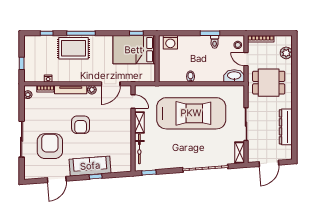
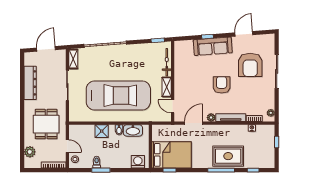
shower: (209, 75) -> (102, 131), added
washbasin: (234, 76) -> (133, 130), moved
dining table: (269, 83) -> (46, 124), turned 90
car: (191, 113) -> (118, 96), turned 180

